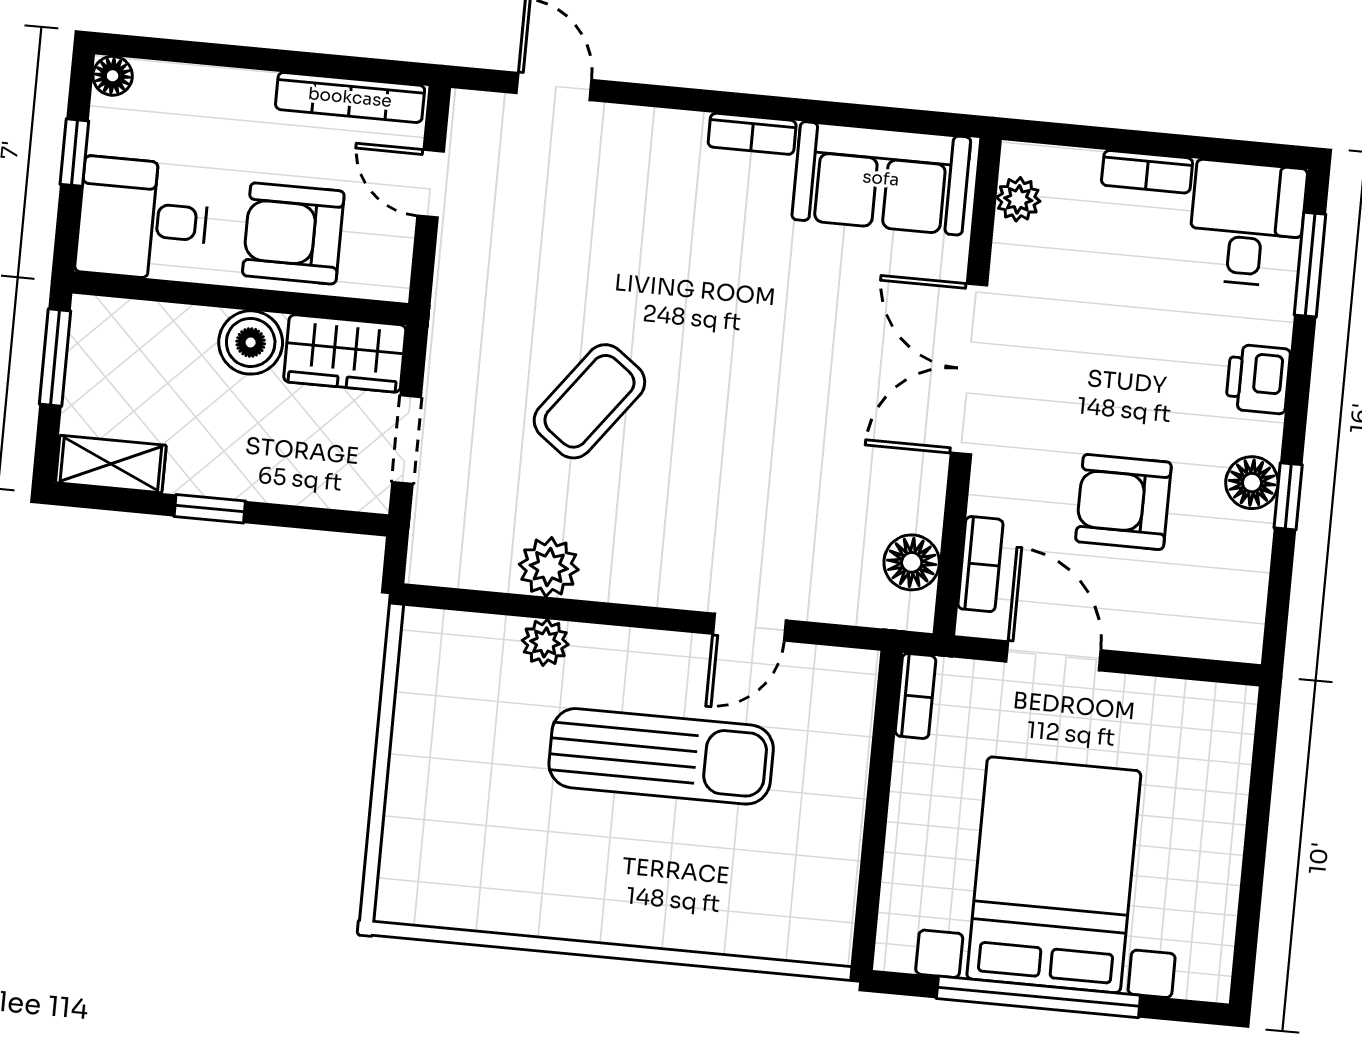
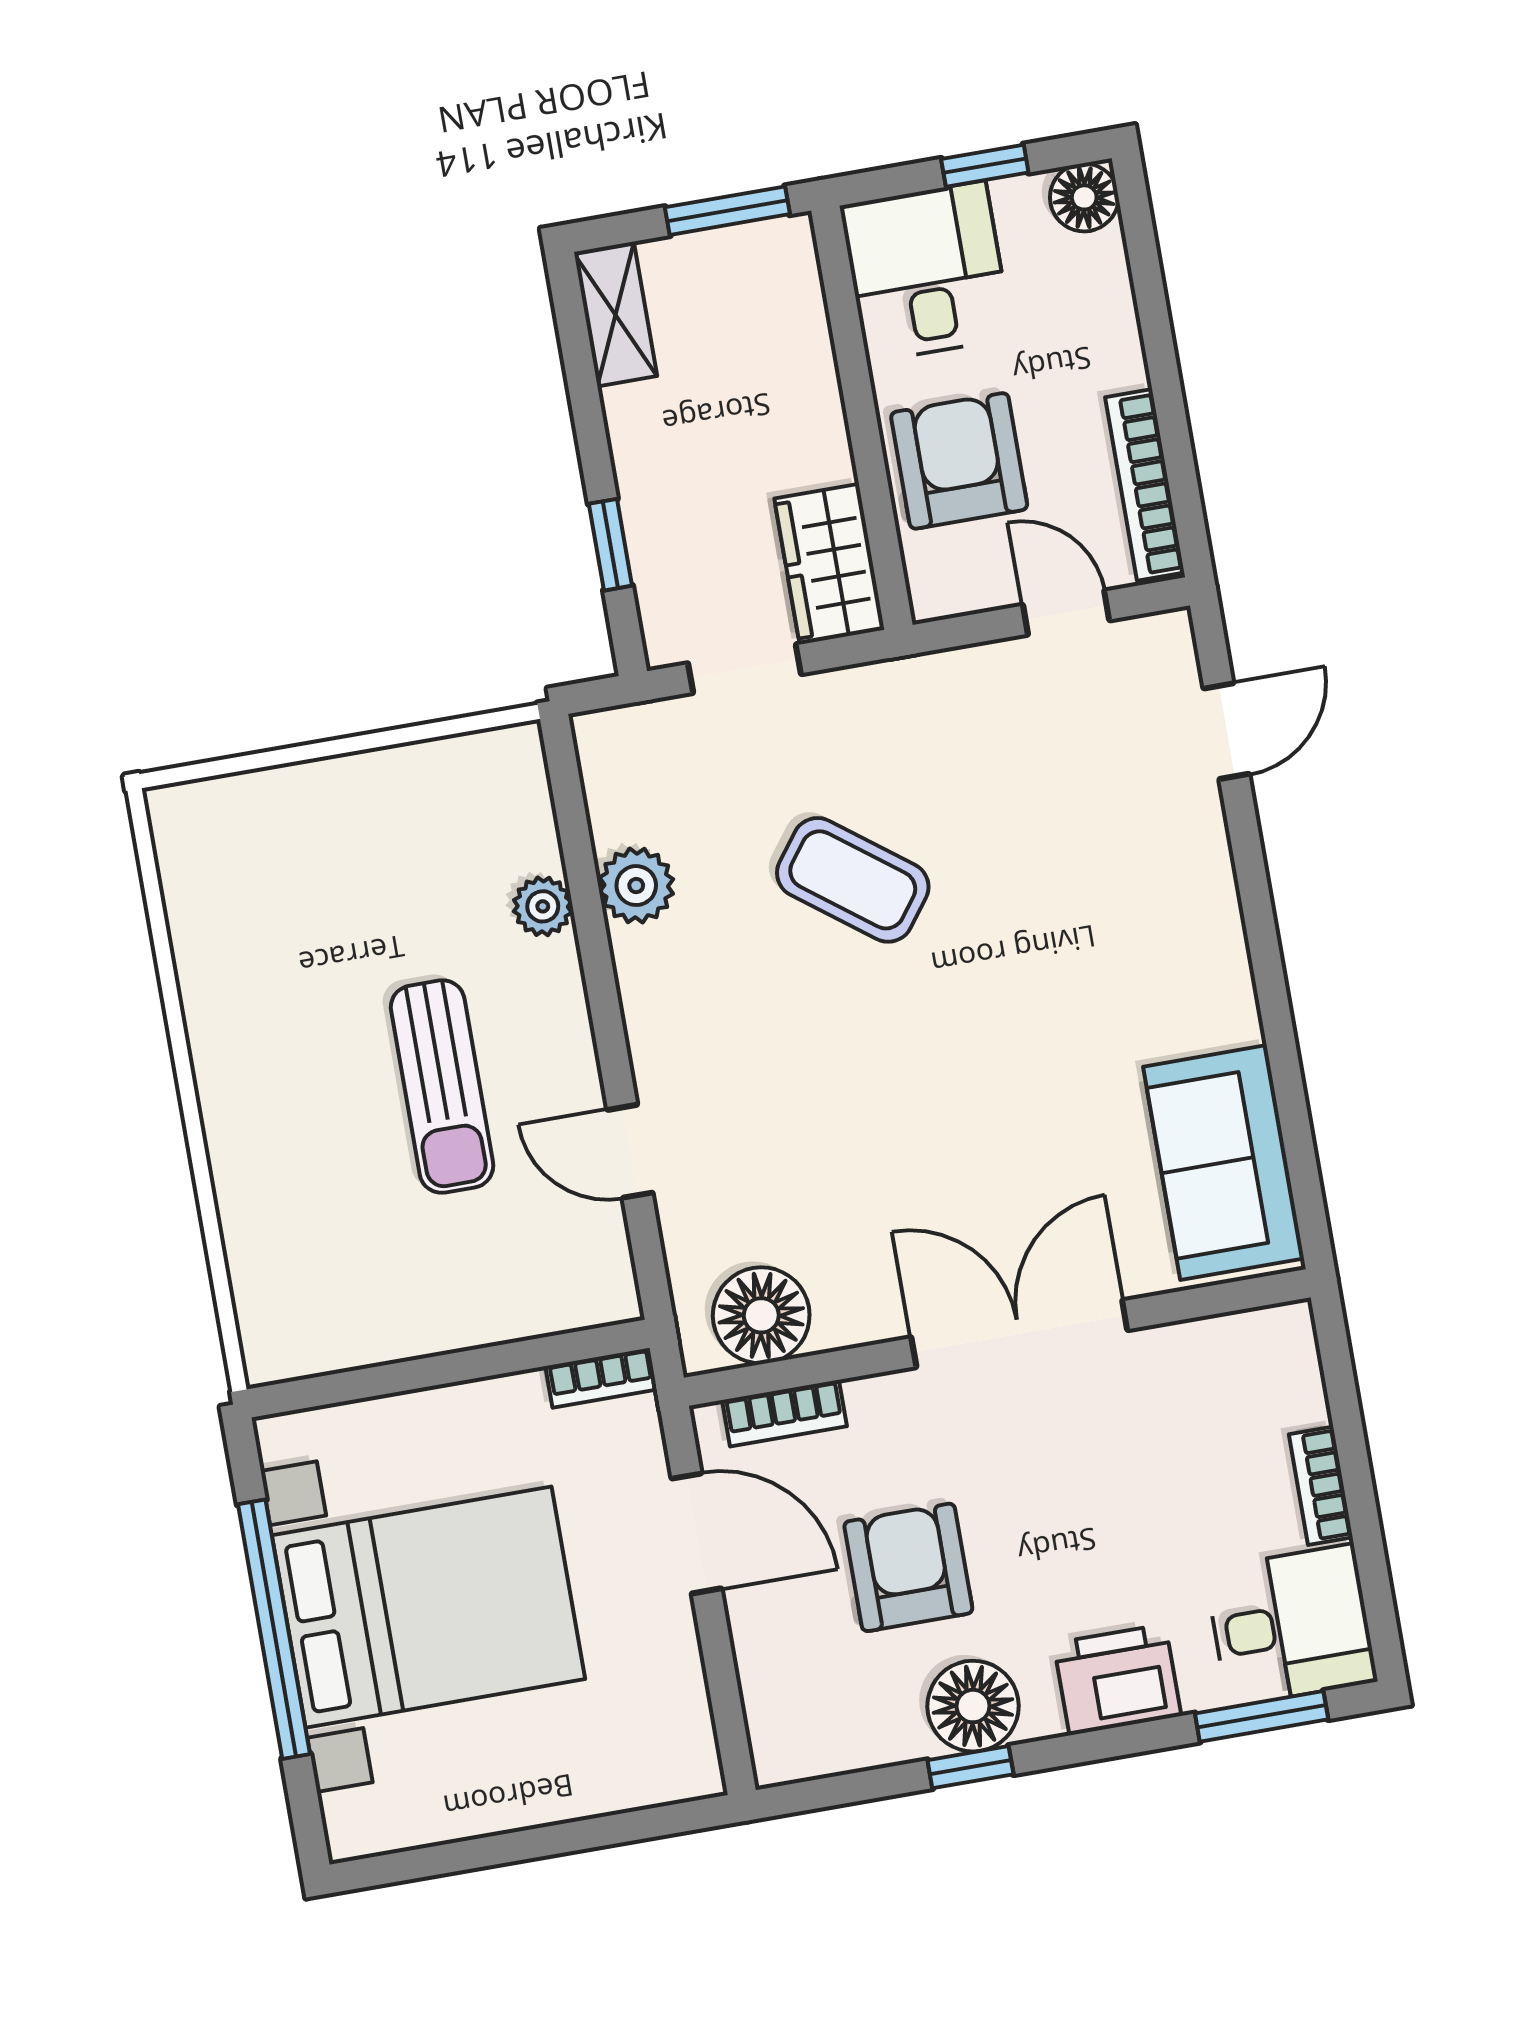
floor lamp: (113, 76) -> (1084, 197), width x1.37, depth x1.37
bookcase: (752, 134) -> (1235, 989), removed
door: (431, 184) -> (1066, 613), hinge flipped
plant: (1018, 199) -> (1244, 1337), removed
boiler: (251, 342) -> (811, 445), removed
printer: (1258, 379) -> (1117, 1680), width x1.36, depth x1.24
floor lamp: (1252, 483) -> (973, 1706), width x1.38, depth x1.38
window: (210, 509) -> (610, 545), moved
floor lamp: (912, 562) -> (761, 1315), width x1.38, depth x1.38
door: (1054, 656) -> (697, 1533), hinge flipped
sun lounger: (661, 756) -> (442, 1087), width x0.73, depth x0.75

